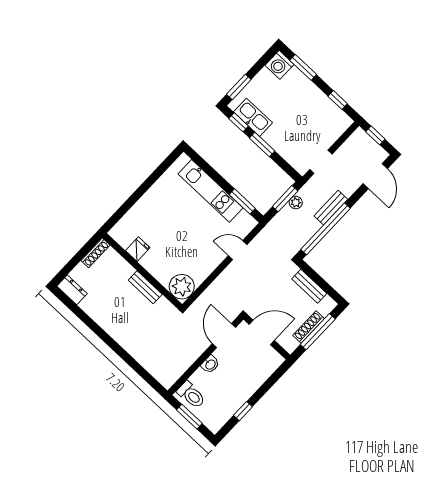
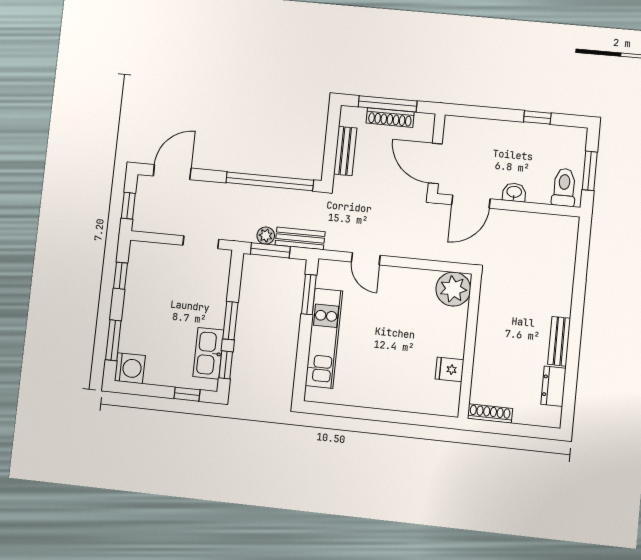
window: (239, 87) -> (187, 394), width x0.67
bench: (331, 208) -> (300, 238), moved
bench: (145, 287) -> (559, 341), moved
dresser: (72, 290) -> (553, 386), moved

